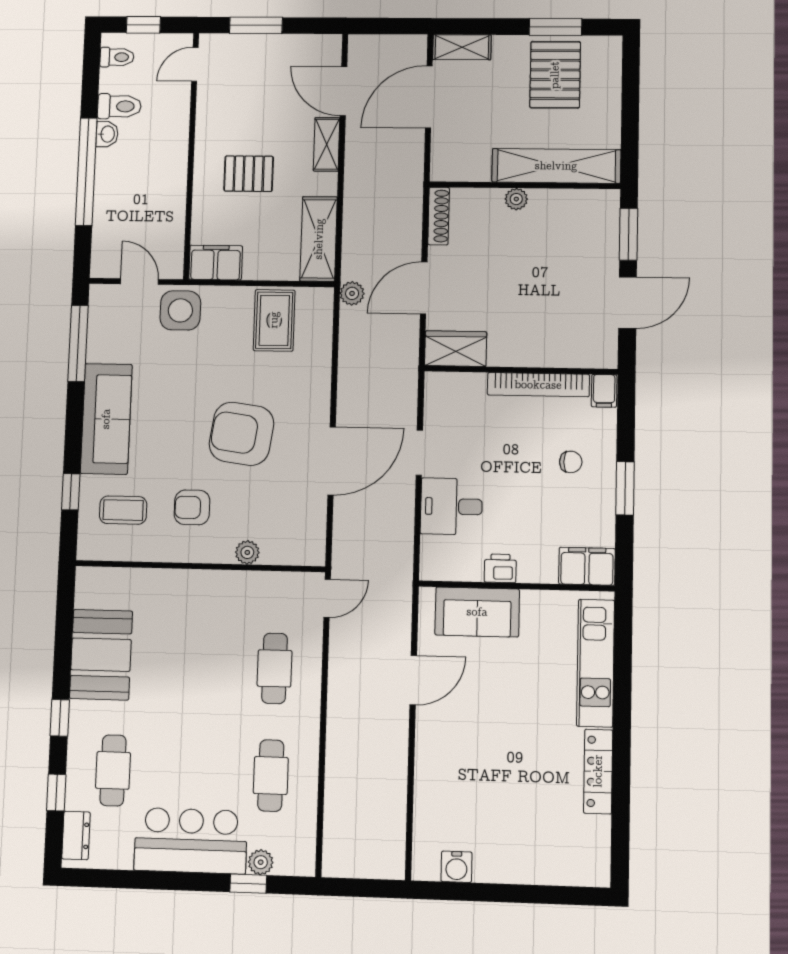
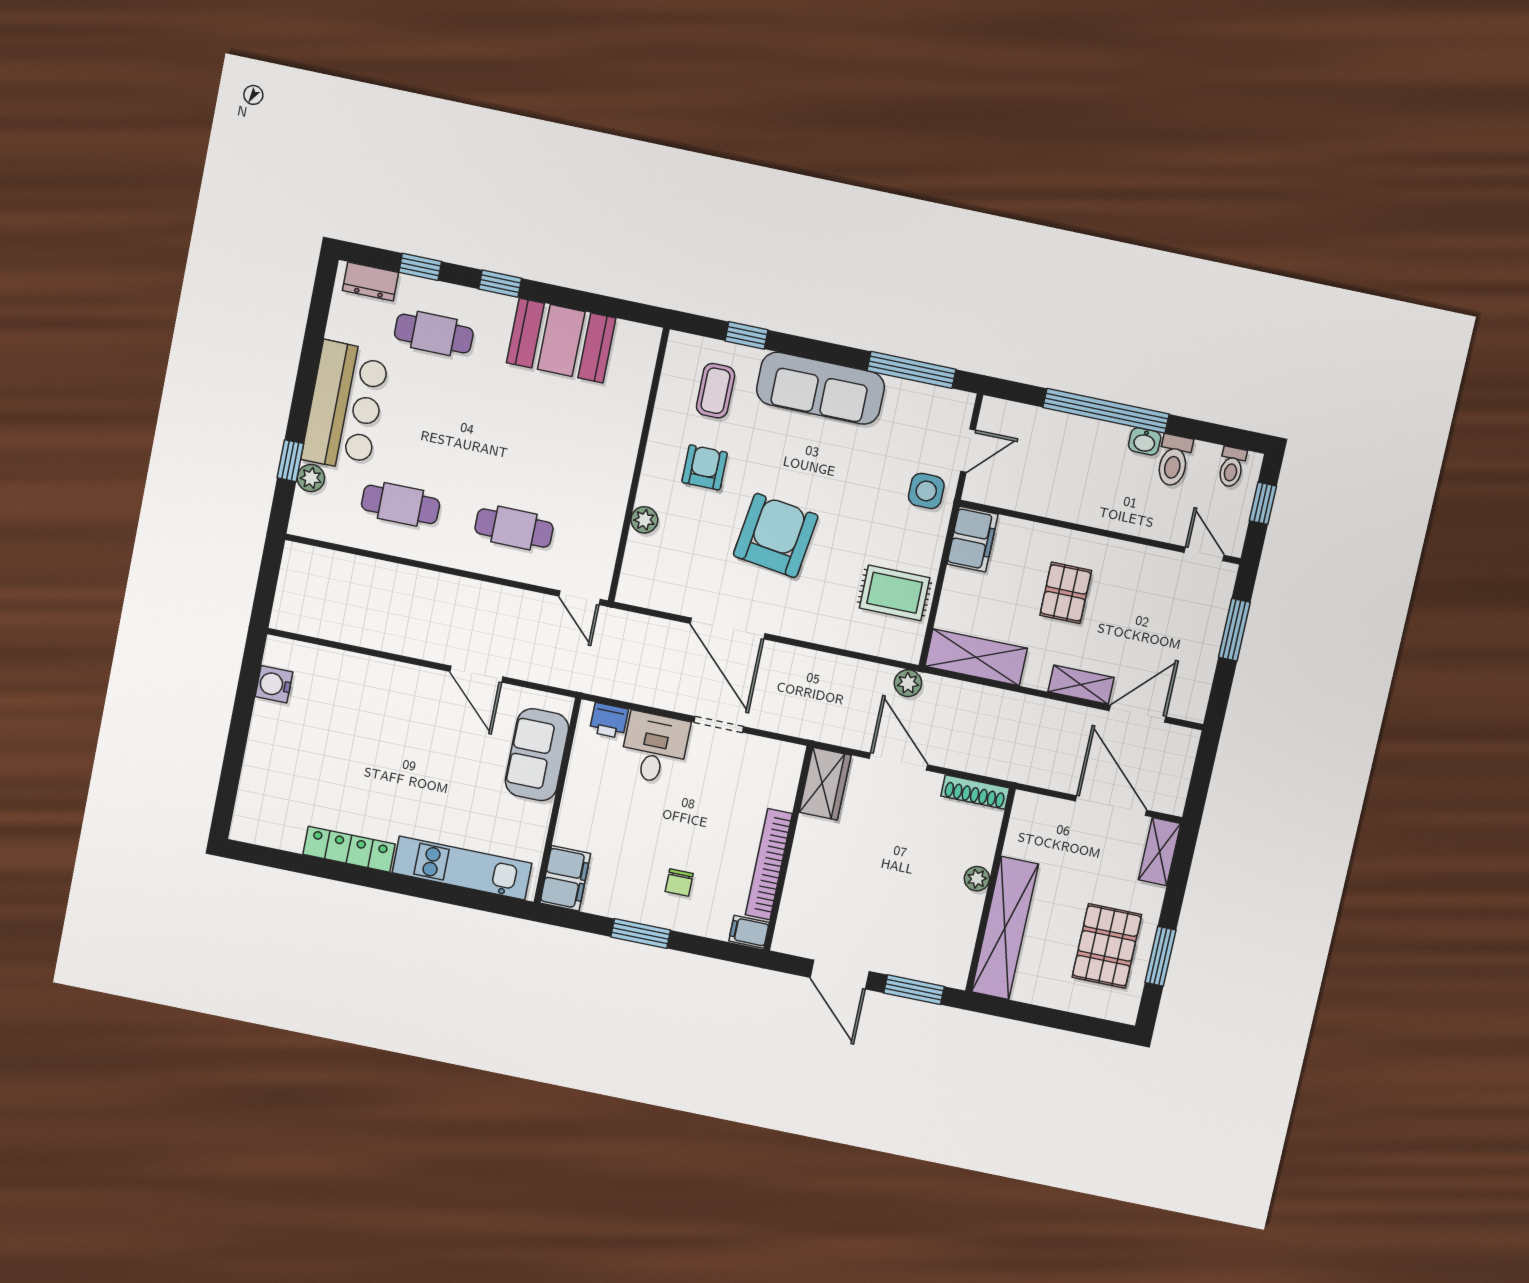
pallet: (555, 75) -> (1107, 946), turned 90
side table: (180, 310) -> (926, 491), width x0.73, depth x0.73
printer: (500, 568) -> (609, 720), moved, turned 90

